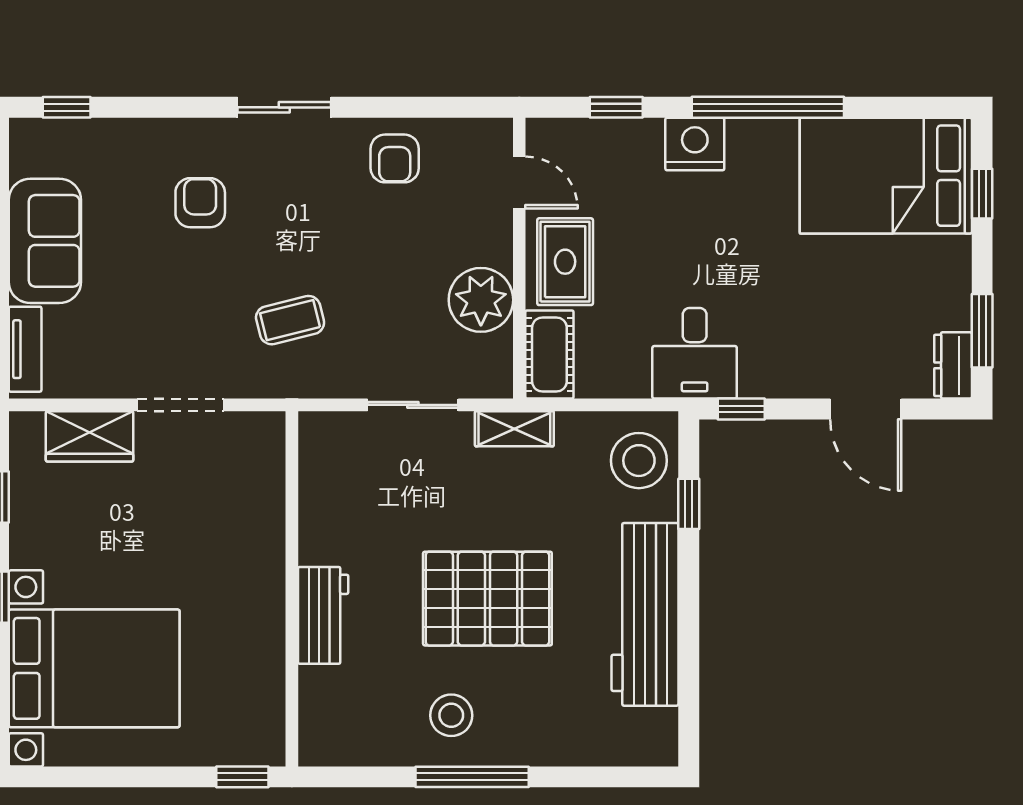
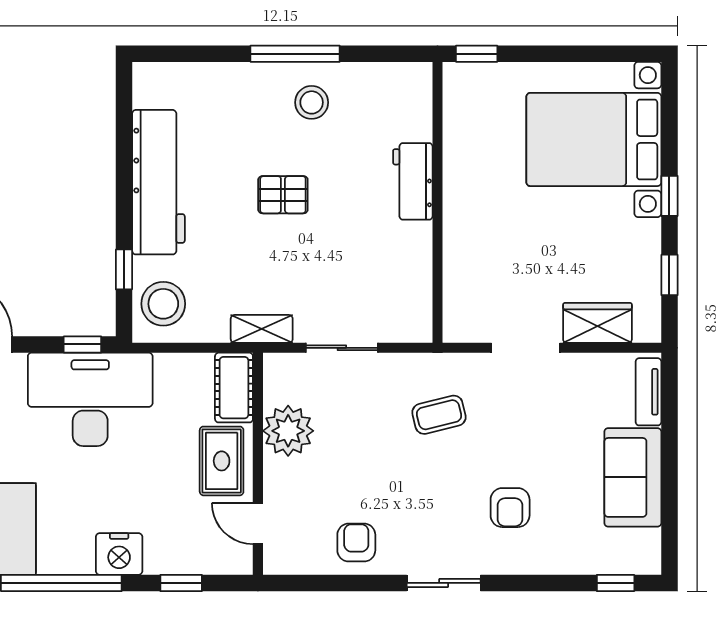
desk: (695, 353) -> (90, 399), width x1.87, depth x1.30
pallet: (487, 599) -> (283, 195), width x0.49, depth x0.50

